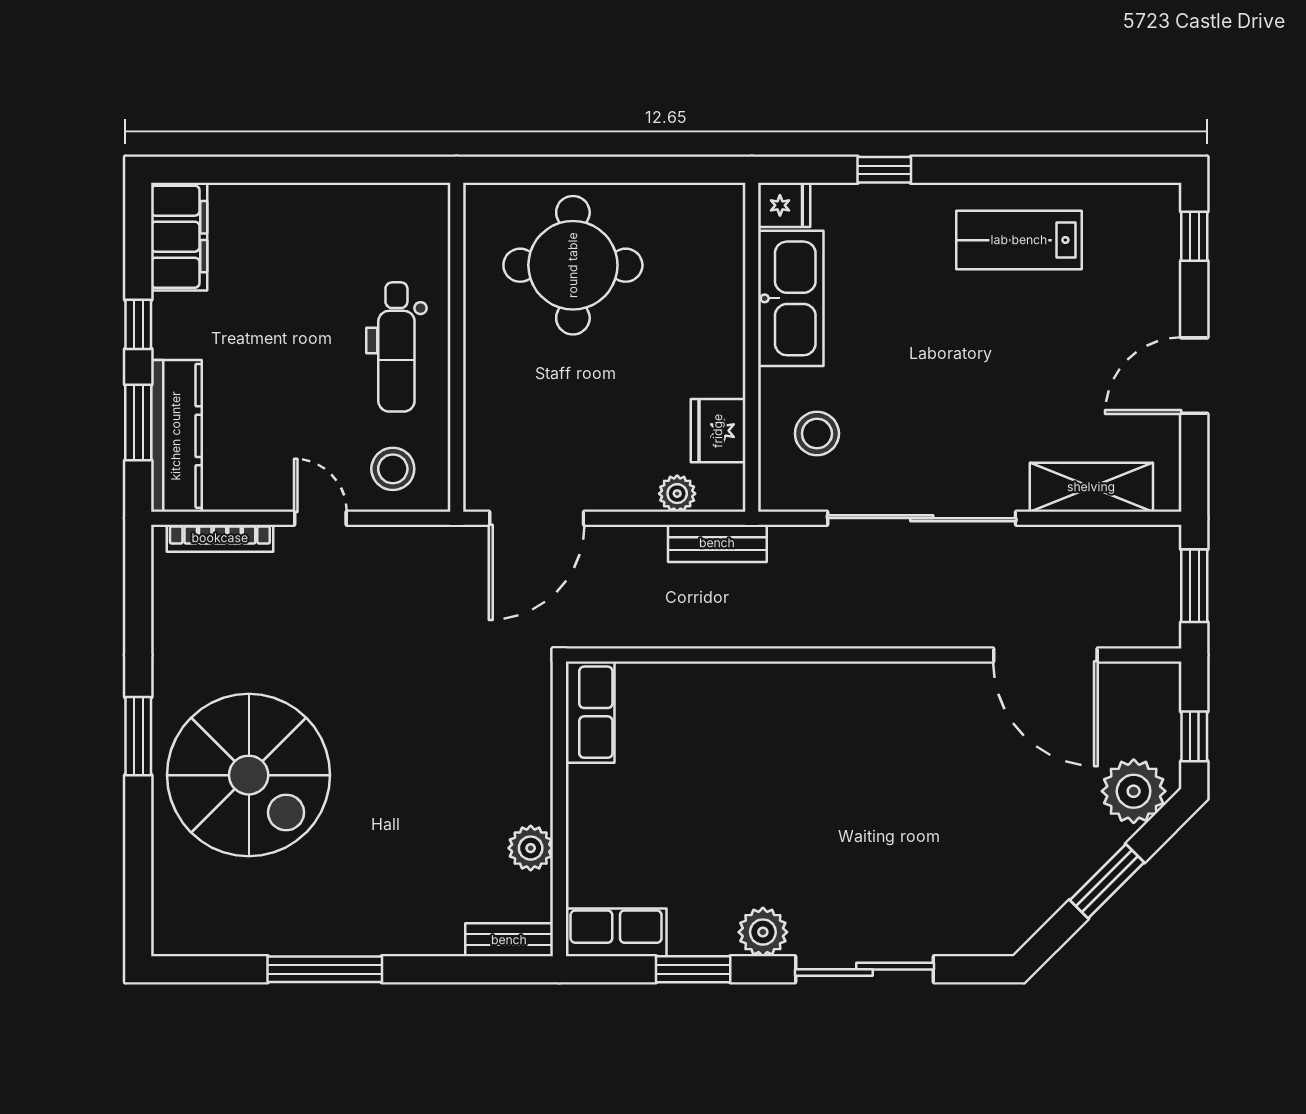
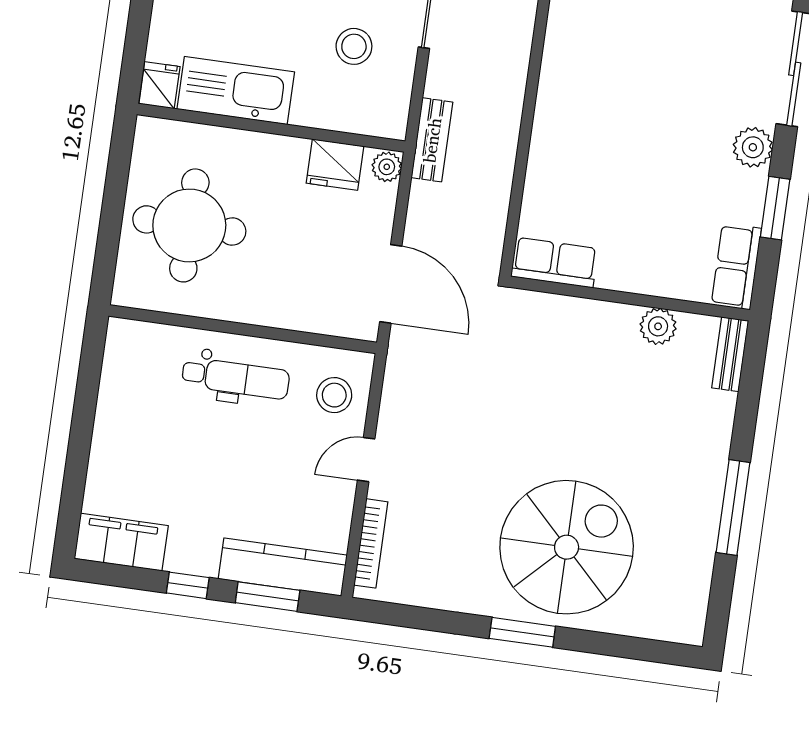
fridge: (784, 205) -> (159, 85), moved
kitchen sink: (791, 298) -> (236, 90), moved
wall: (752, 347) -> (271, 128), moved
fridge: (718, 431) -> (335, 165), moved

